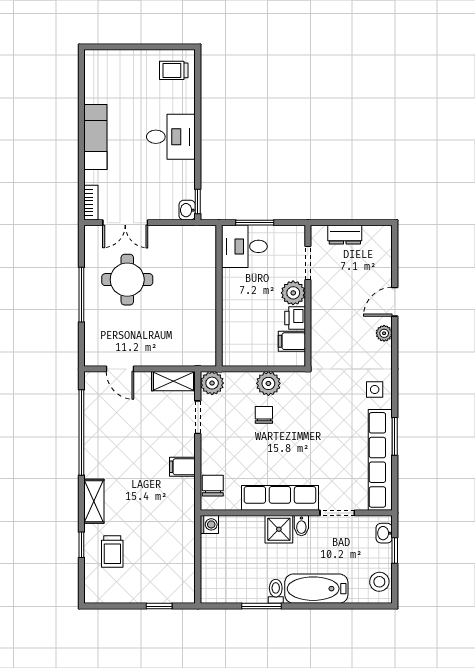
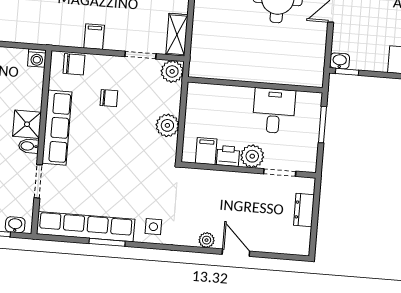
desk: (244, 246) -> (274, 111), moved
chair: (264, 415) -> (109, 98), moved

